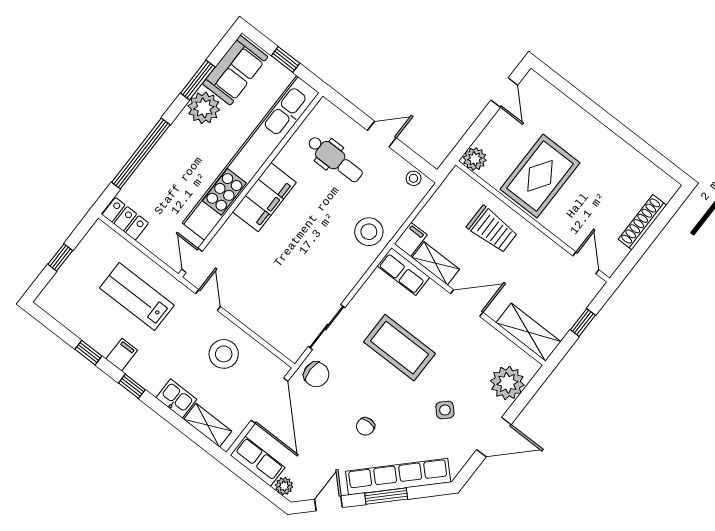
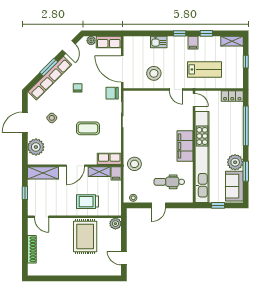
coffee table: (399, 348) -> (88, 128), width x0.73, depth x0.76
shelving: (208, 425) -> (232, 41), moved

